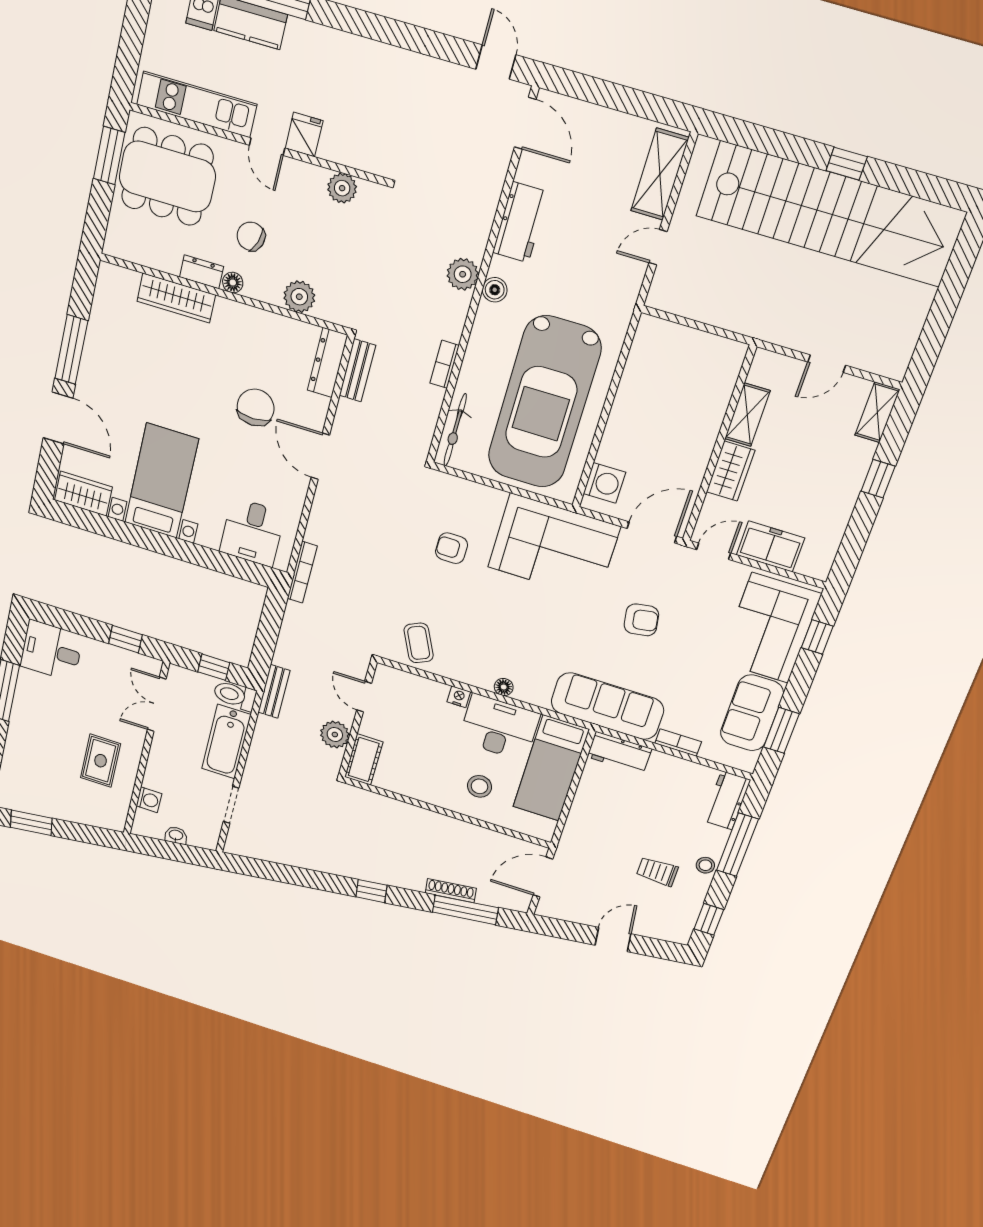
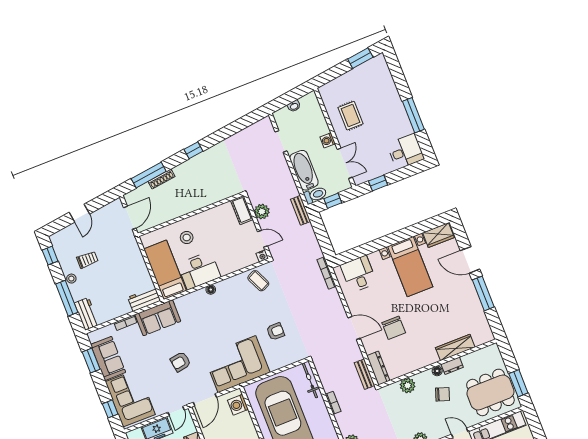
nightstand: (459, 697) -> (262, 256), moved
sofa: (607, 706) -> (158, 318), width x0.73
washing machine: (149, 800) -> (328, 140), moved

